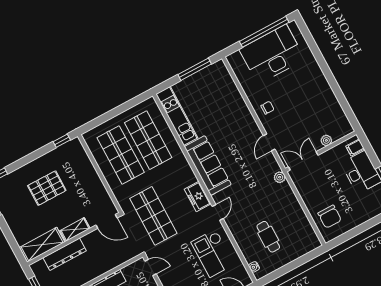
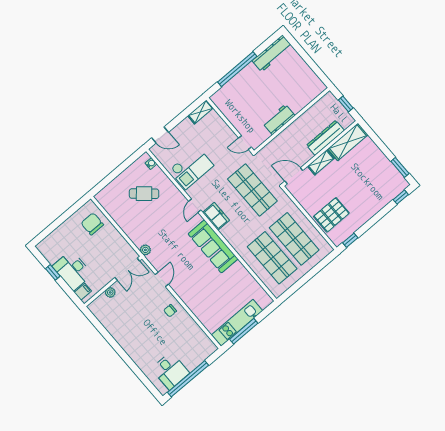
desk: (272, 54) -> (170, 371), width x0.53, depth x0.77
kitchen unit: (177, 116) -> (237, 323), moved, turned 90
pallet: (47, 188) -> (331, 215), moved
cafe table: (268, 237) -> (144, 194), turned -49
checkout: (213, 253) -> (191, 168), turned 90

